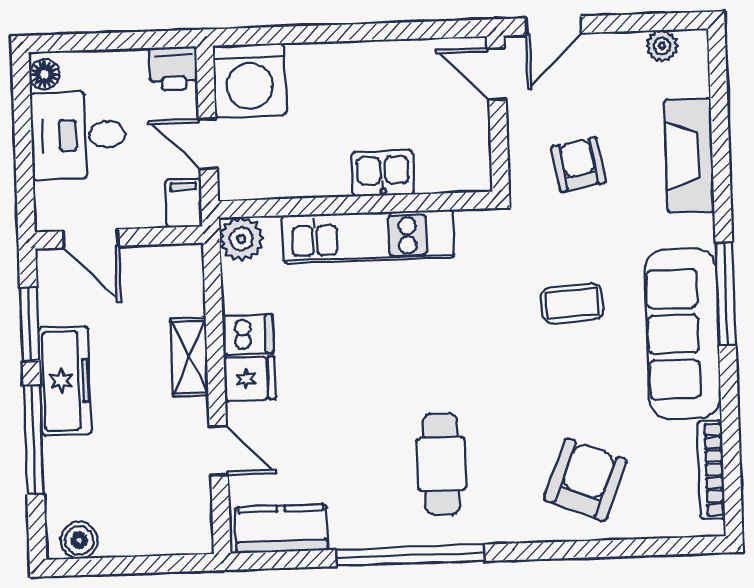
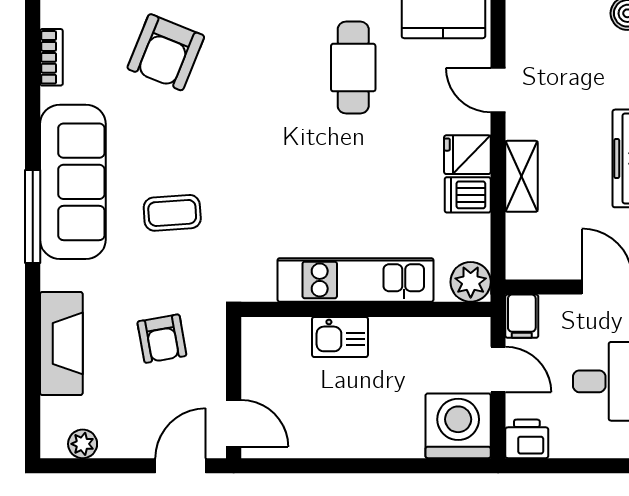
cafe table: (441, 464) -> (353, 68), moved
bookcase: (711, 470) -> (51, 57), width x0.64

